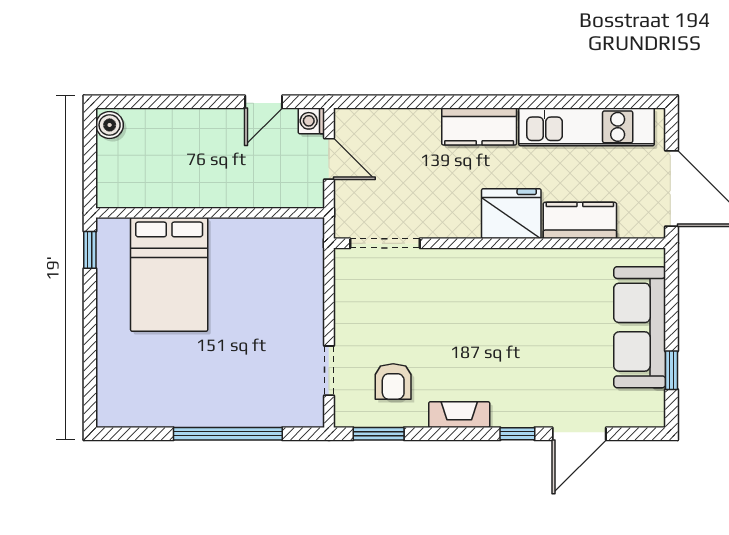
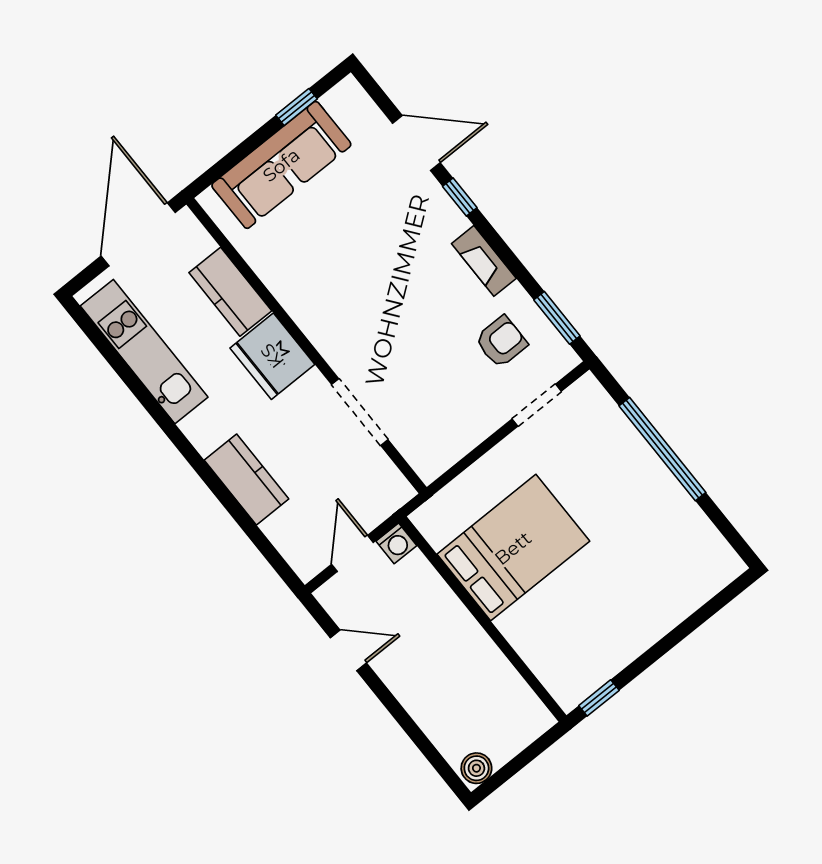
washing machine: (311, 121) -> (396, 543), moved
kitchen counter: (479, 126) -> (246, 479), moved
doorway: (385, 243) -> (360, 412), moved
bed: (169, 274) -> (513, 548), moved

